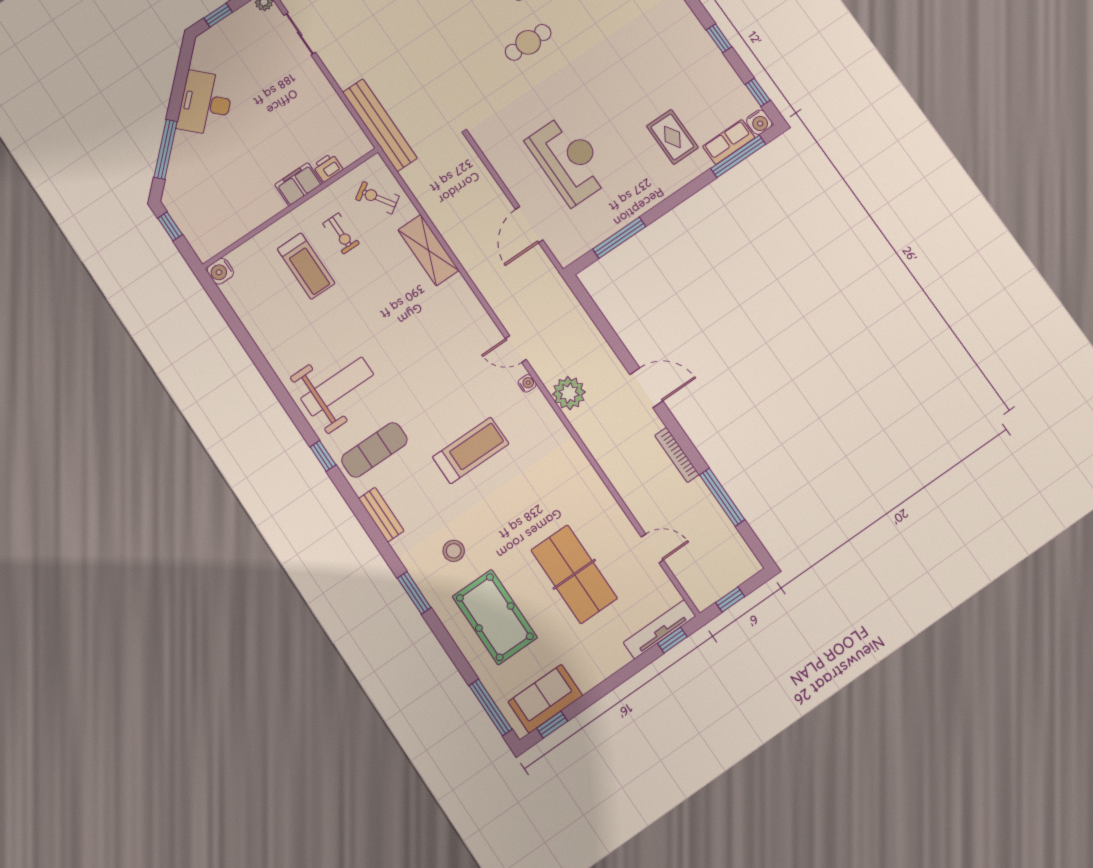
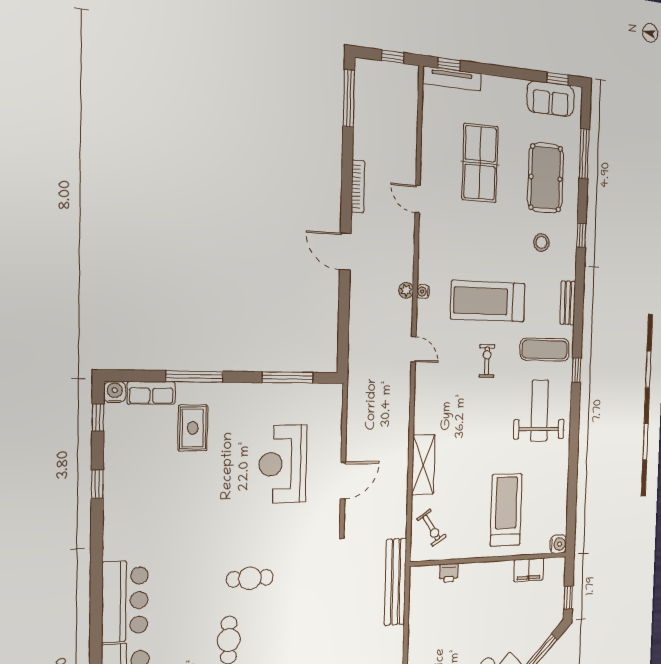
window: (738, 156) -> (195, 377), moved
filing cabinet: (298, 184) -> (529, 570), moved
door: (529, 225) -> (343, 481), moved
exercise bike: (341, 233) -> (487, 361), moved
treadmill: (306, 266) -> (506, 510), width x1.37, depth x1.38
water cooler: (527, 383) -> (423, 292), moved
weight bench: (337, 386) -> (540, 411), turned 90
plant: (569, 393) -> (406, 290), width x0.53, depth x0.53
treadmill: (471, 450) -> (488, 301), width x1.37, depth x1.38
window: (722, 497) -> (349, 98), moved
door: (652, 548) -> (418, 199), moved
window: (414, 593) -> (581, 235), width x0.67
window: (491, 707) -> (584, 154), moved

